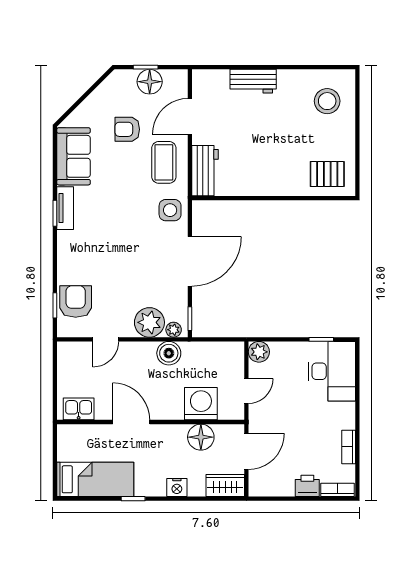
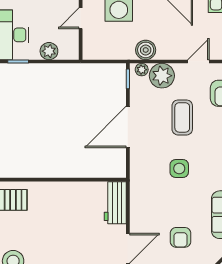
armchair: (127, 129) -> (180, 237), turned 90
coffee table: (164, 162) -> (182, 117), moved
side table: (170, 210) -> (179, 169), moved
plant: (259, 352) -> (49, 51), moved

